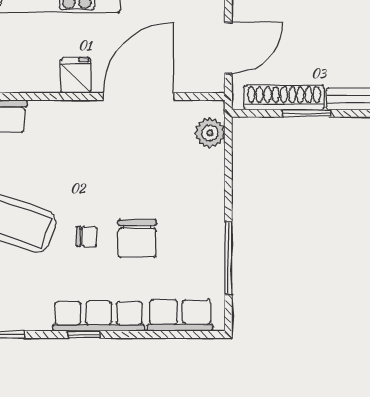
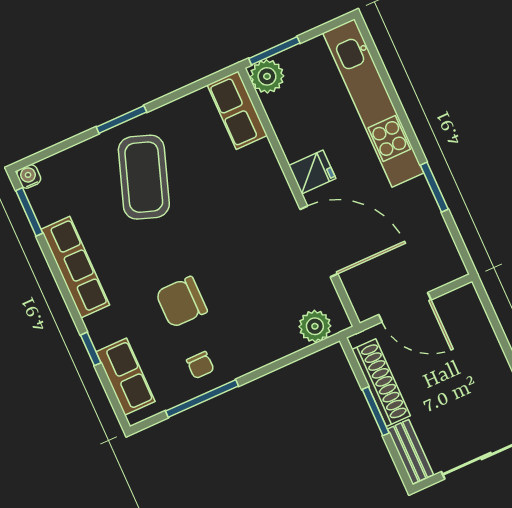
chair: (87, 237) -> (200, 365), moved
row of seats: (99, 316) -> (75, 267), moved
window: (84, 335) -> (91, 349), moved

